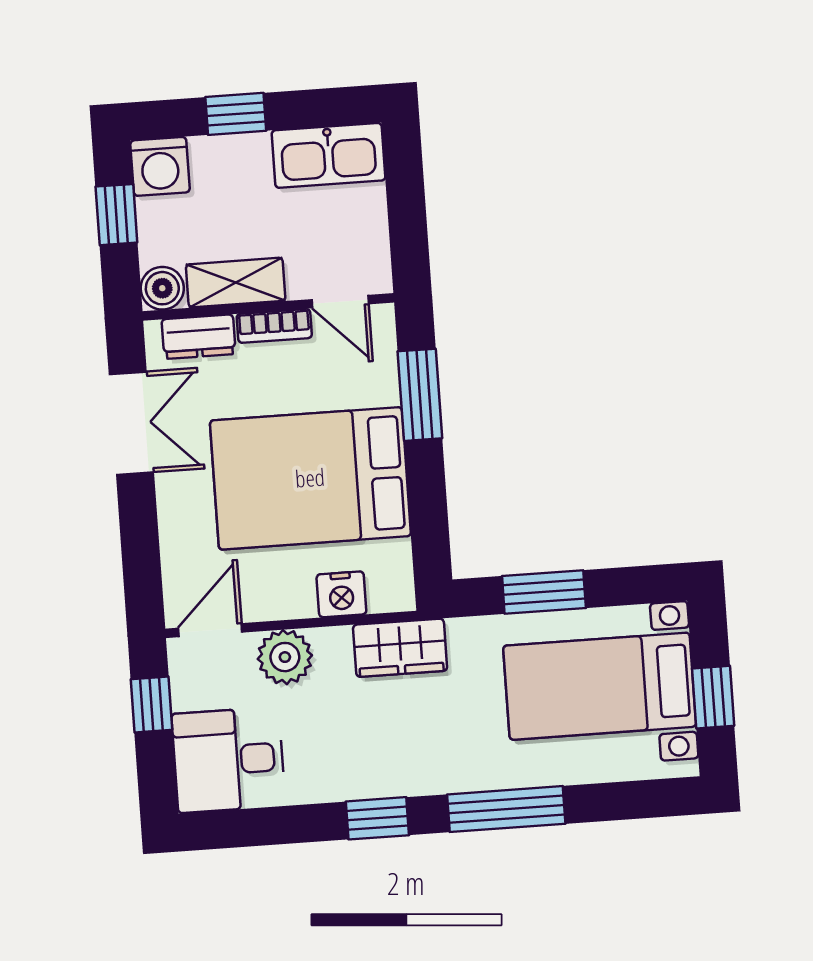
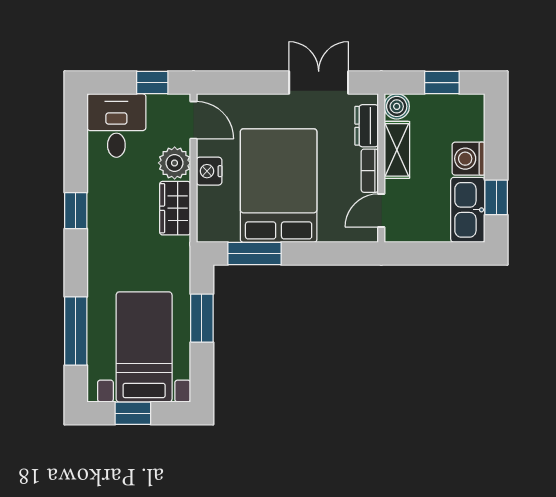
window: (236, 114) -> (496, 197), moved
washing machine: (160, 166) -> (468, 159), moved
window: (420, 395) -> (254, 254), moved
double door: (131, 423) -> (319, 83), swing flipped
nightstand: (341, 594) -> (209, 171), moved
wardrobe: (400, 648) -> (175, 208), moved
window: (506, 809) -> (76, 331), moved

